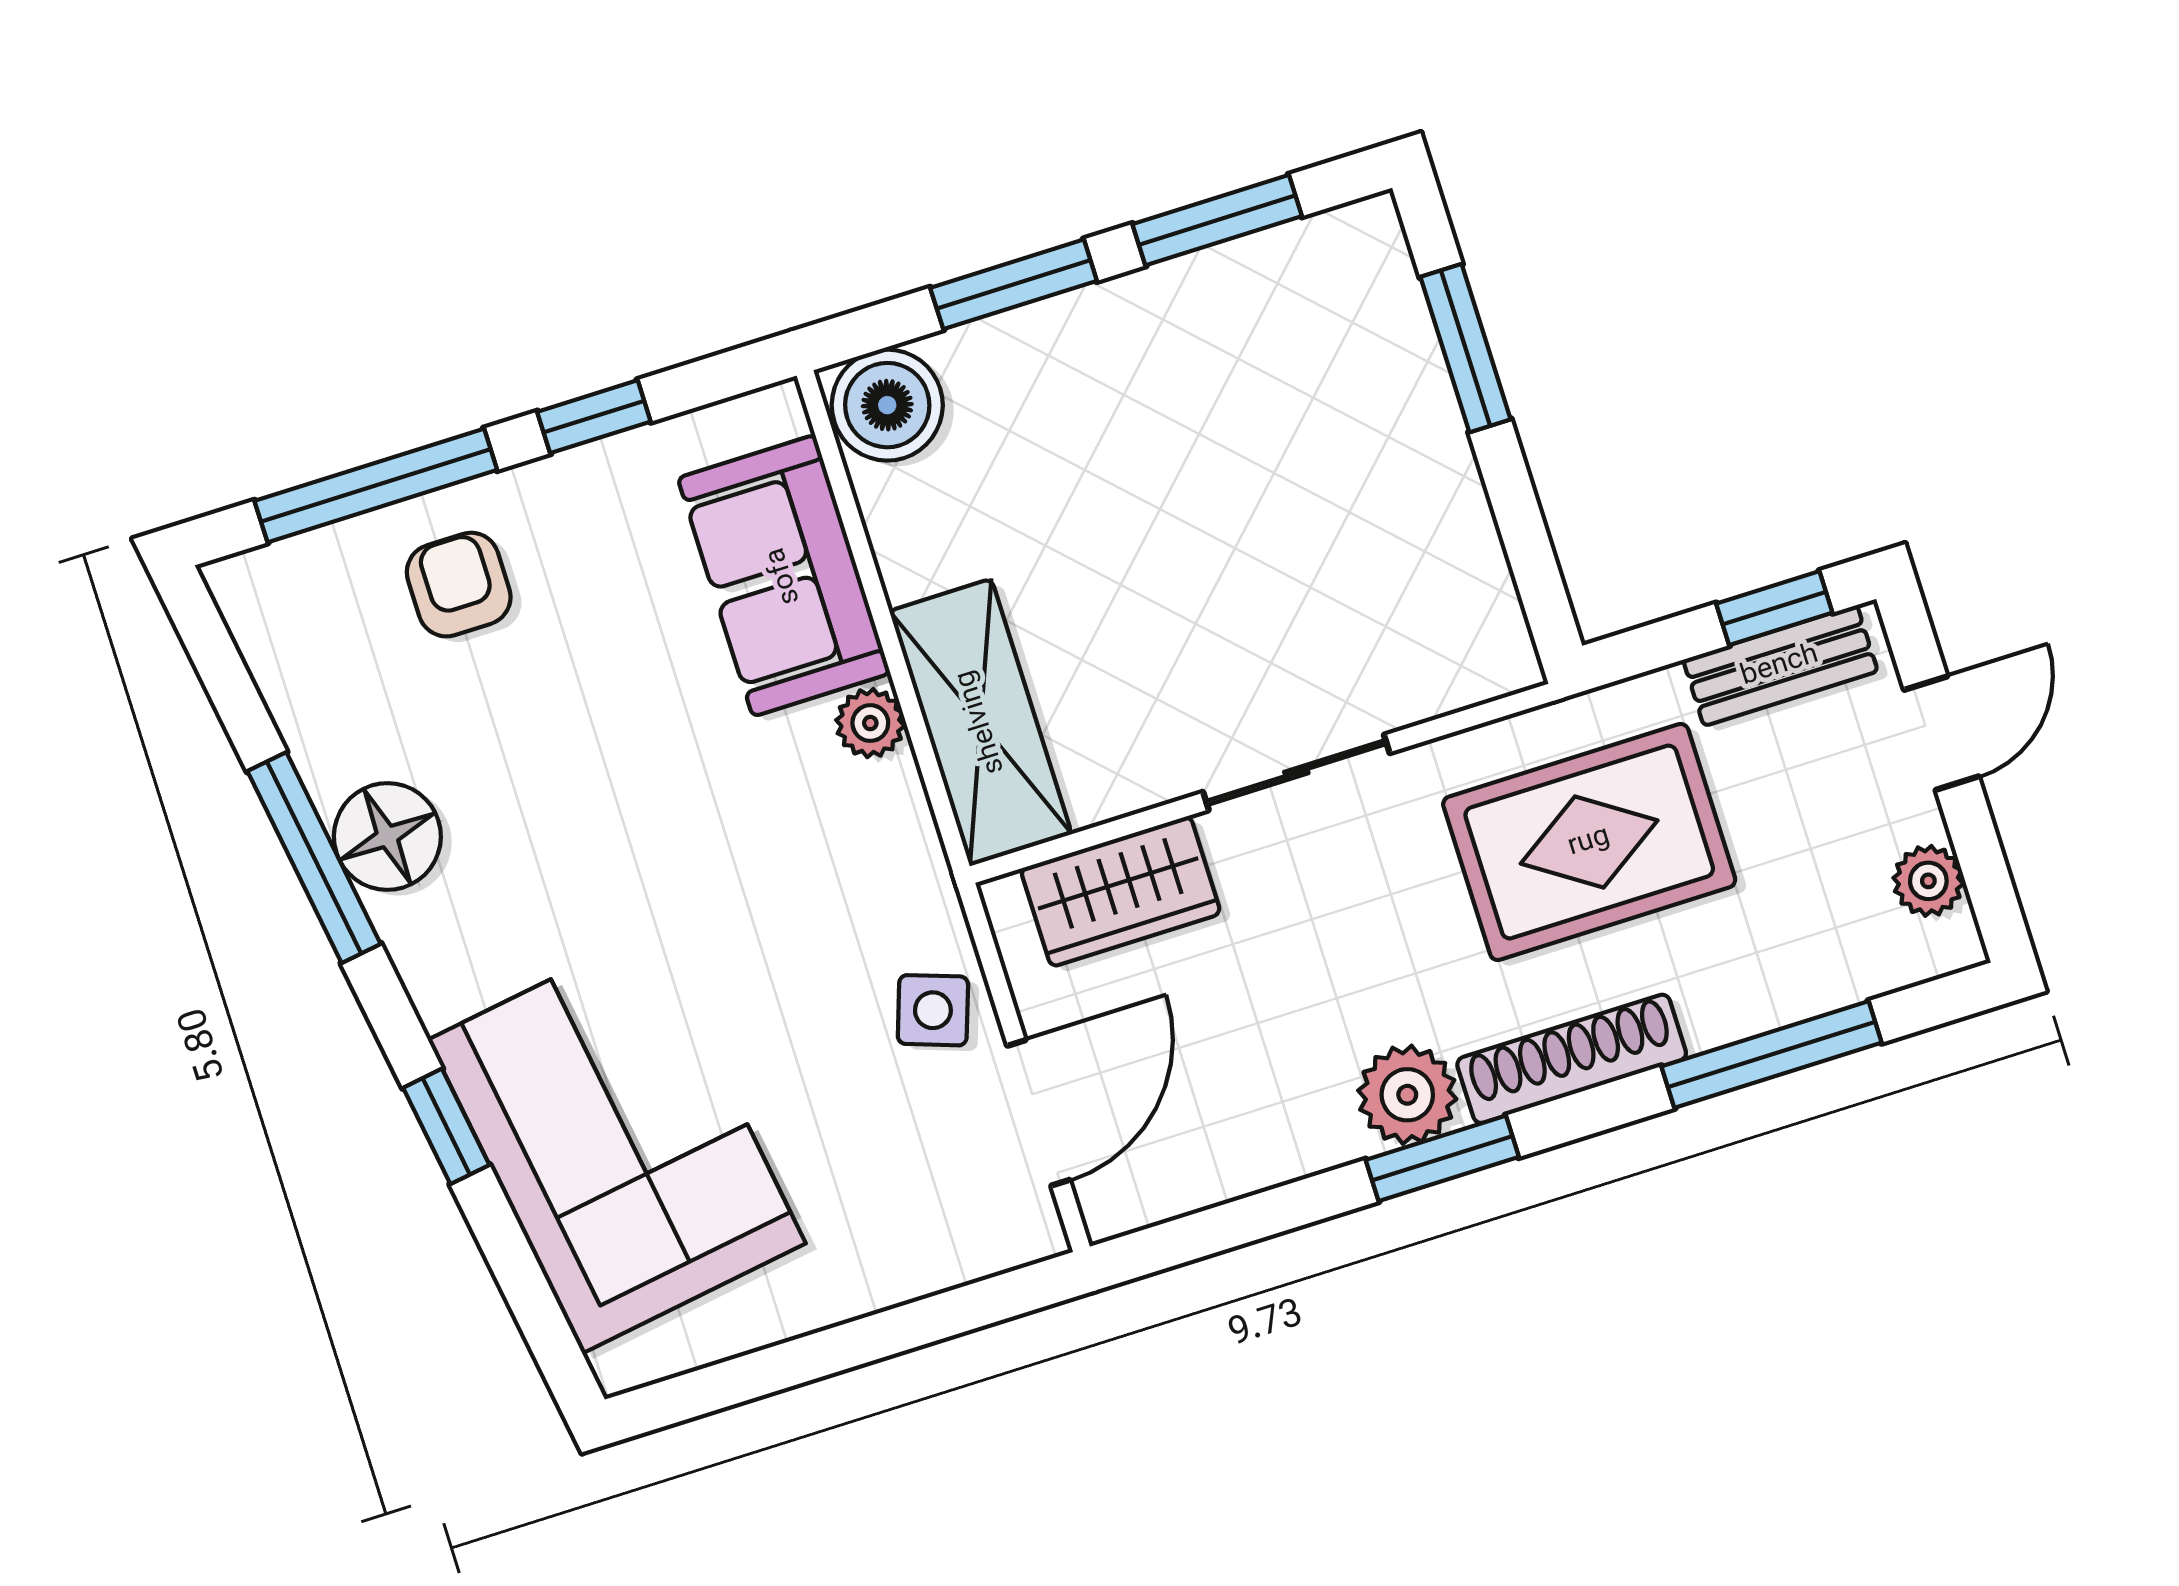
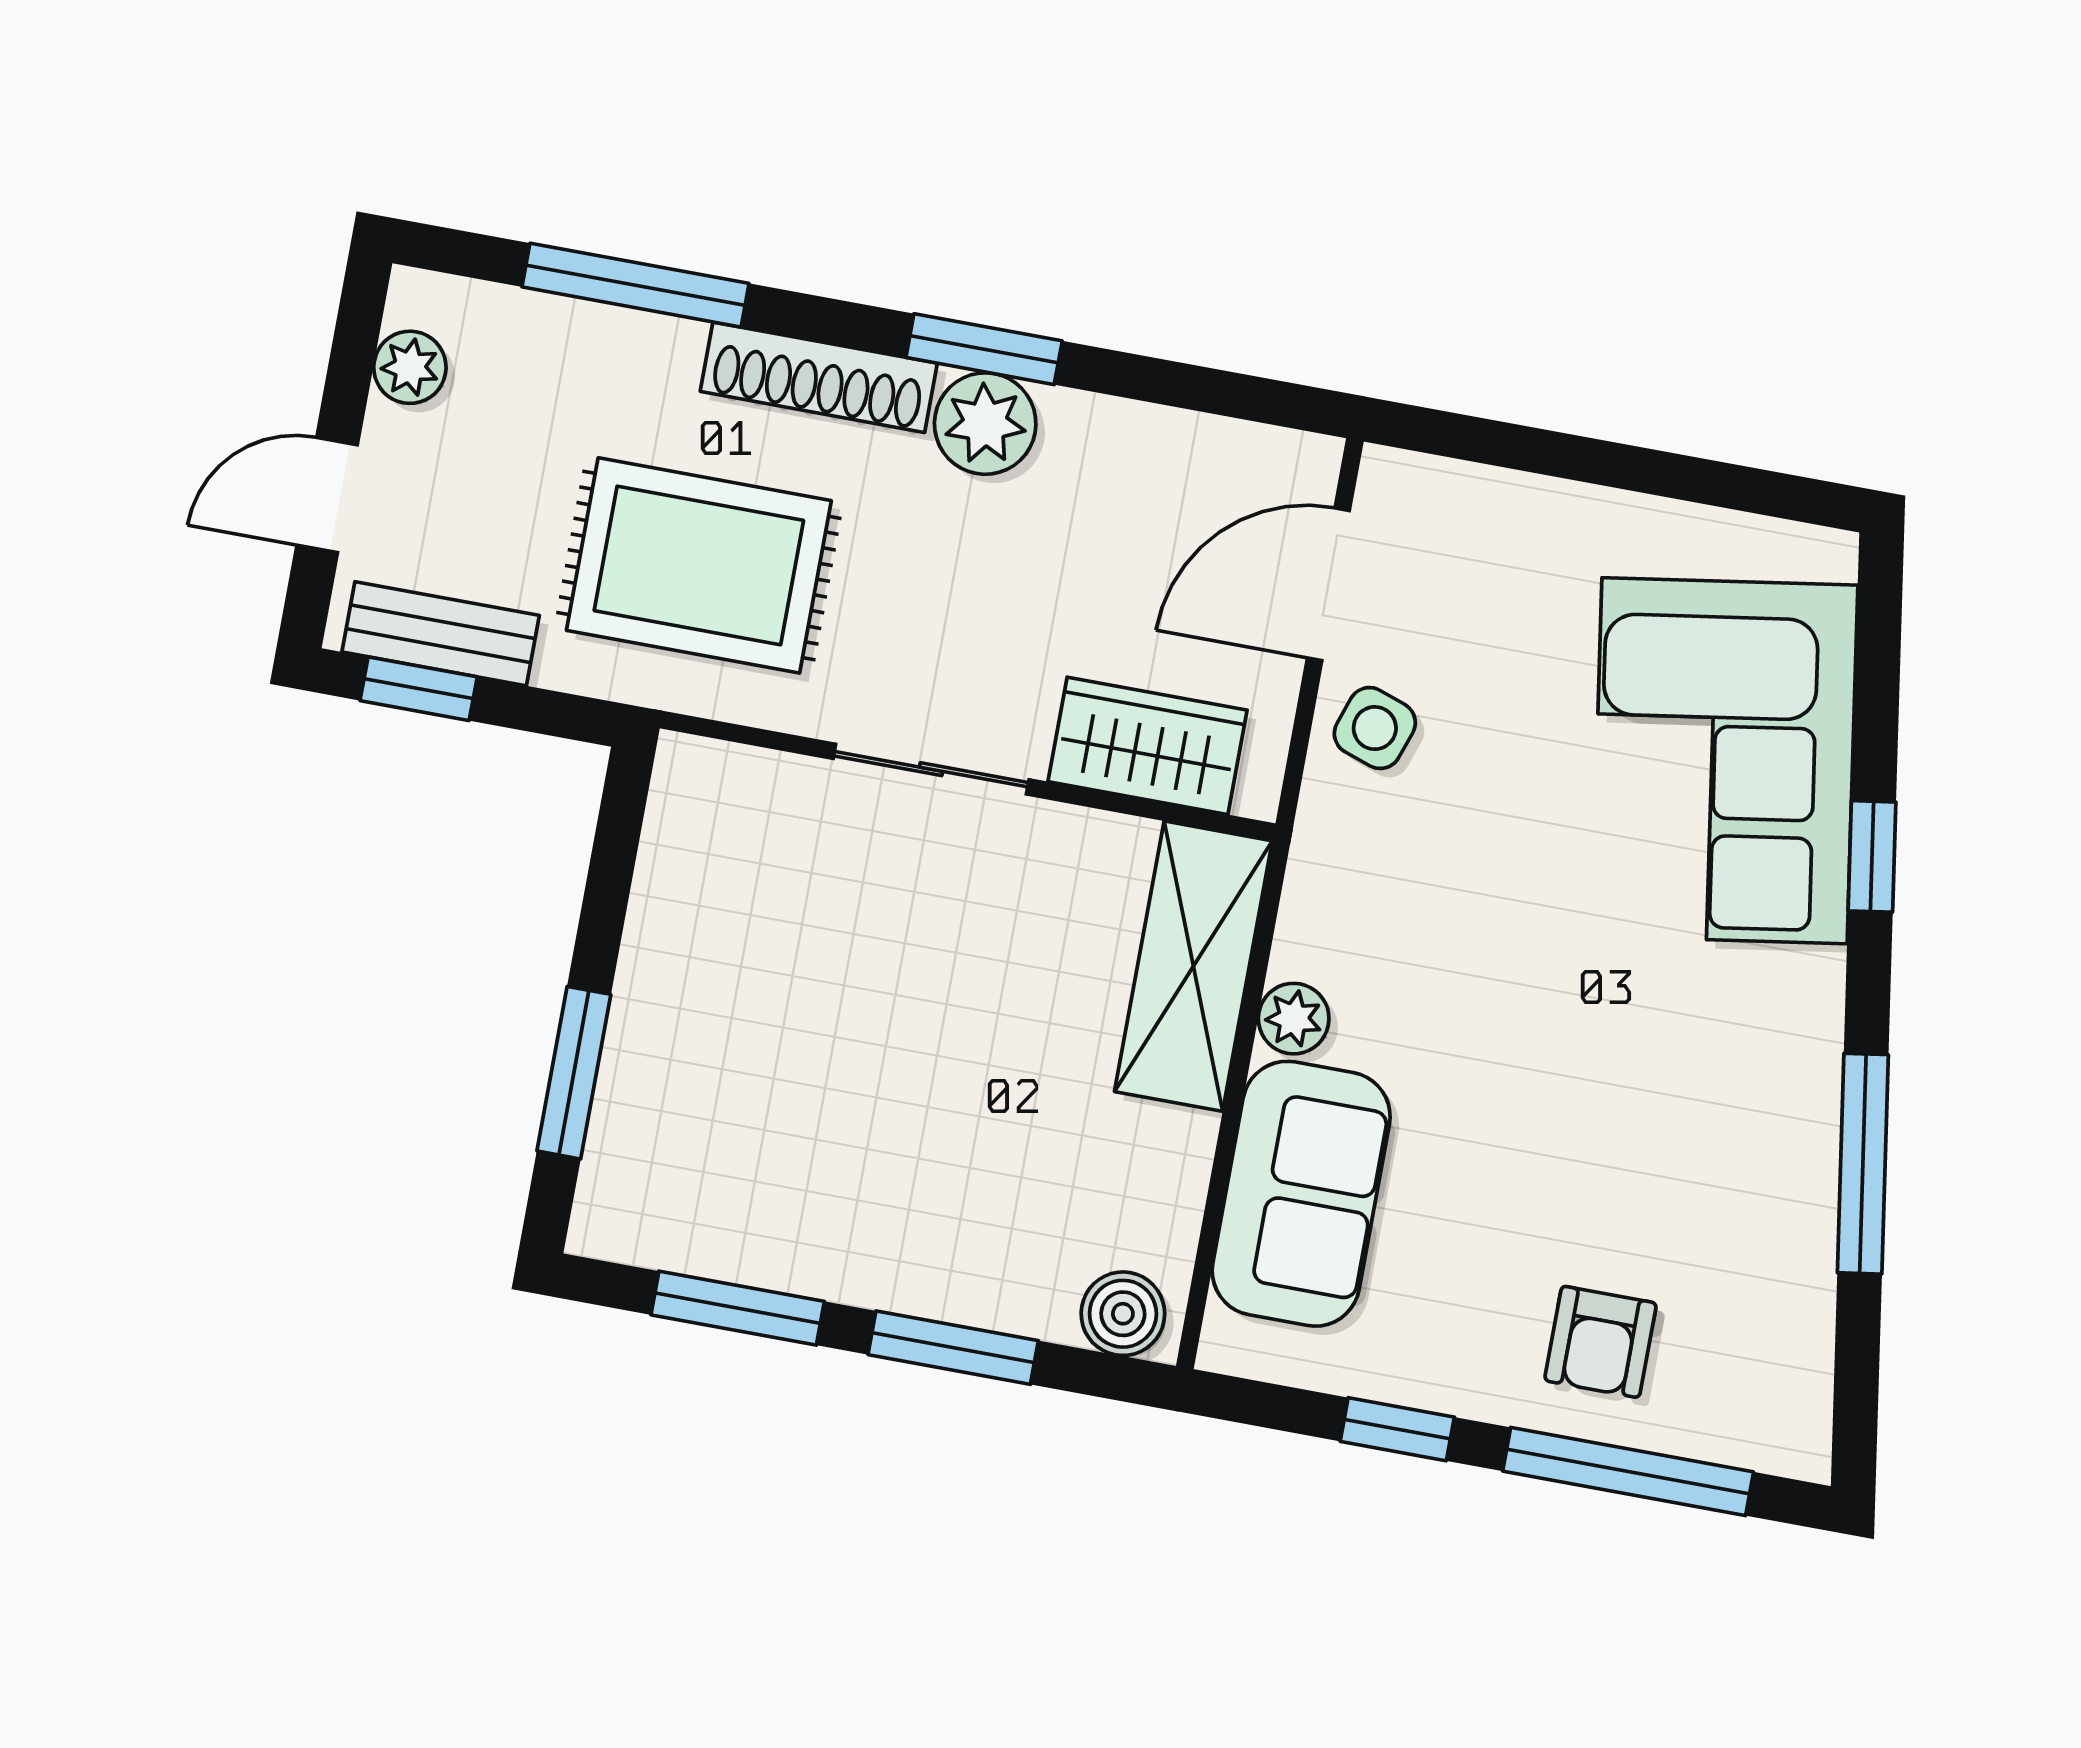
boiler: (887, 405) -> (1123, 1314), width x0.73, depth x0.73
floor lamp: (387, 837) -> (1786, 1148), removed

